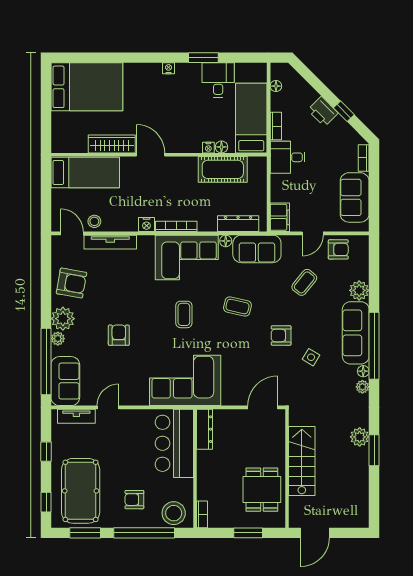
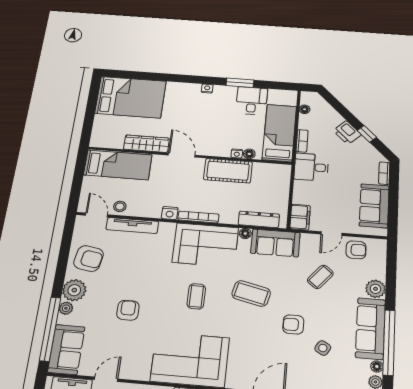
cot: (223, 169) -> (228, 171), moved
coffee table: (237, 306) -> (251, 293), width x1.36, depth x1.30

